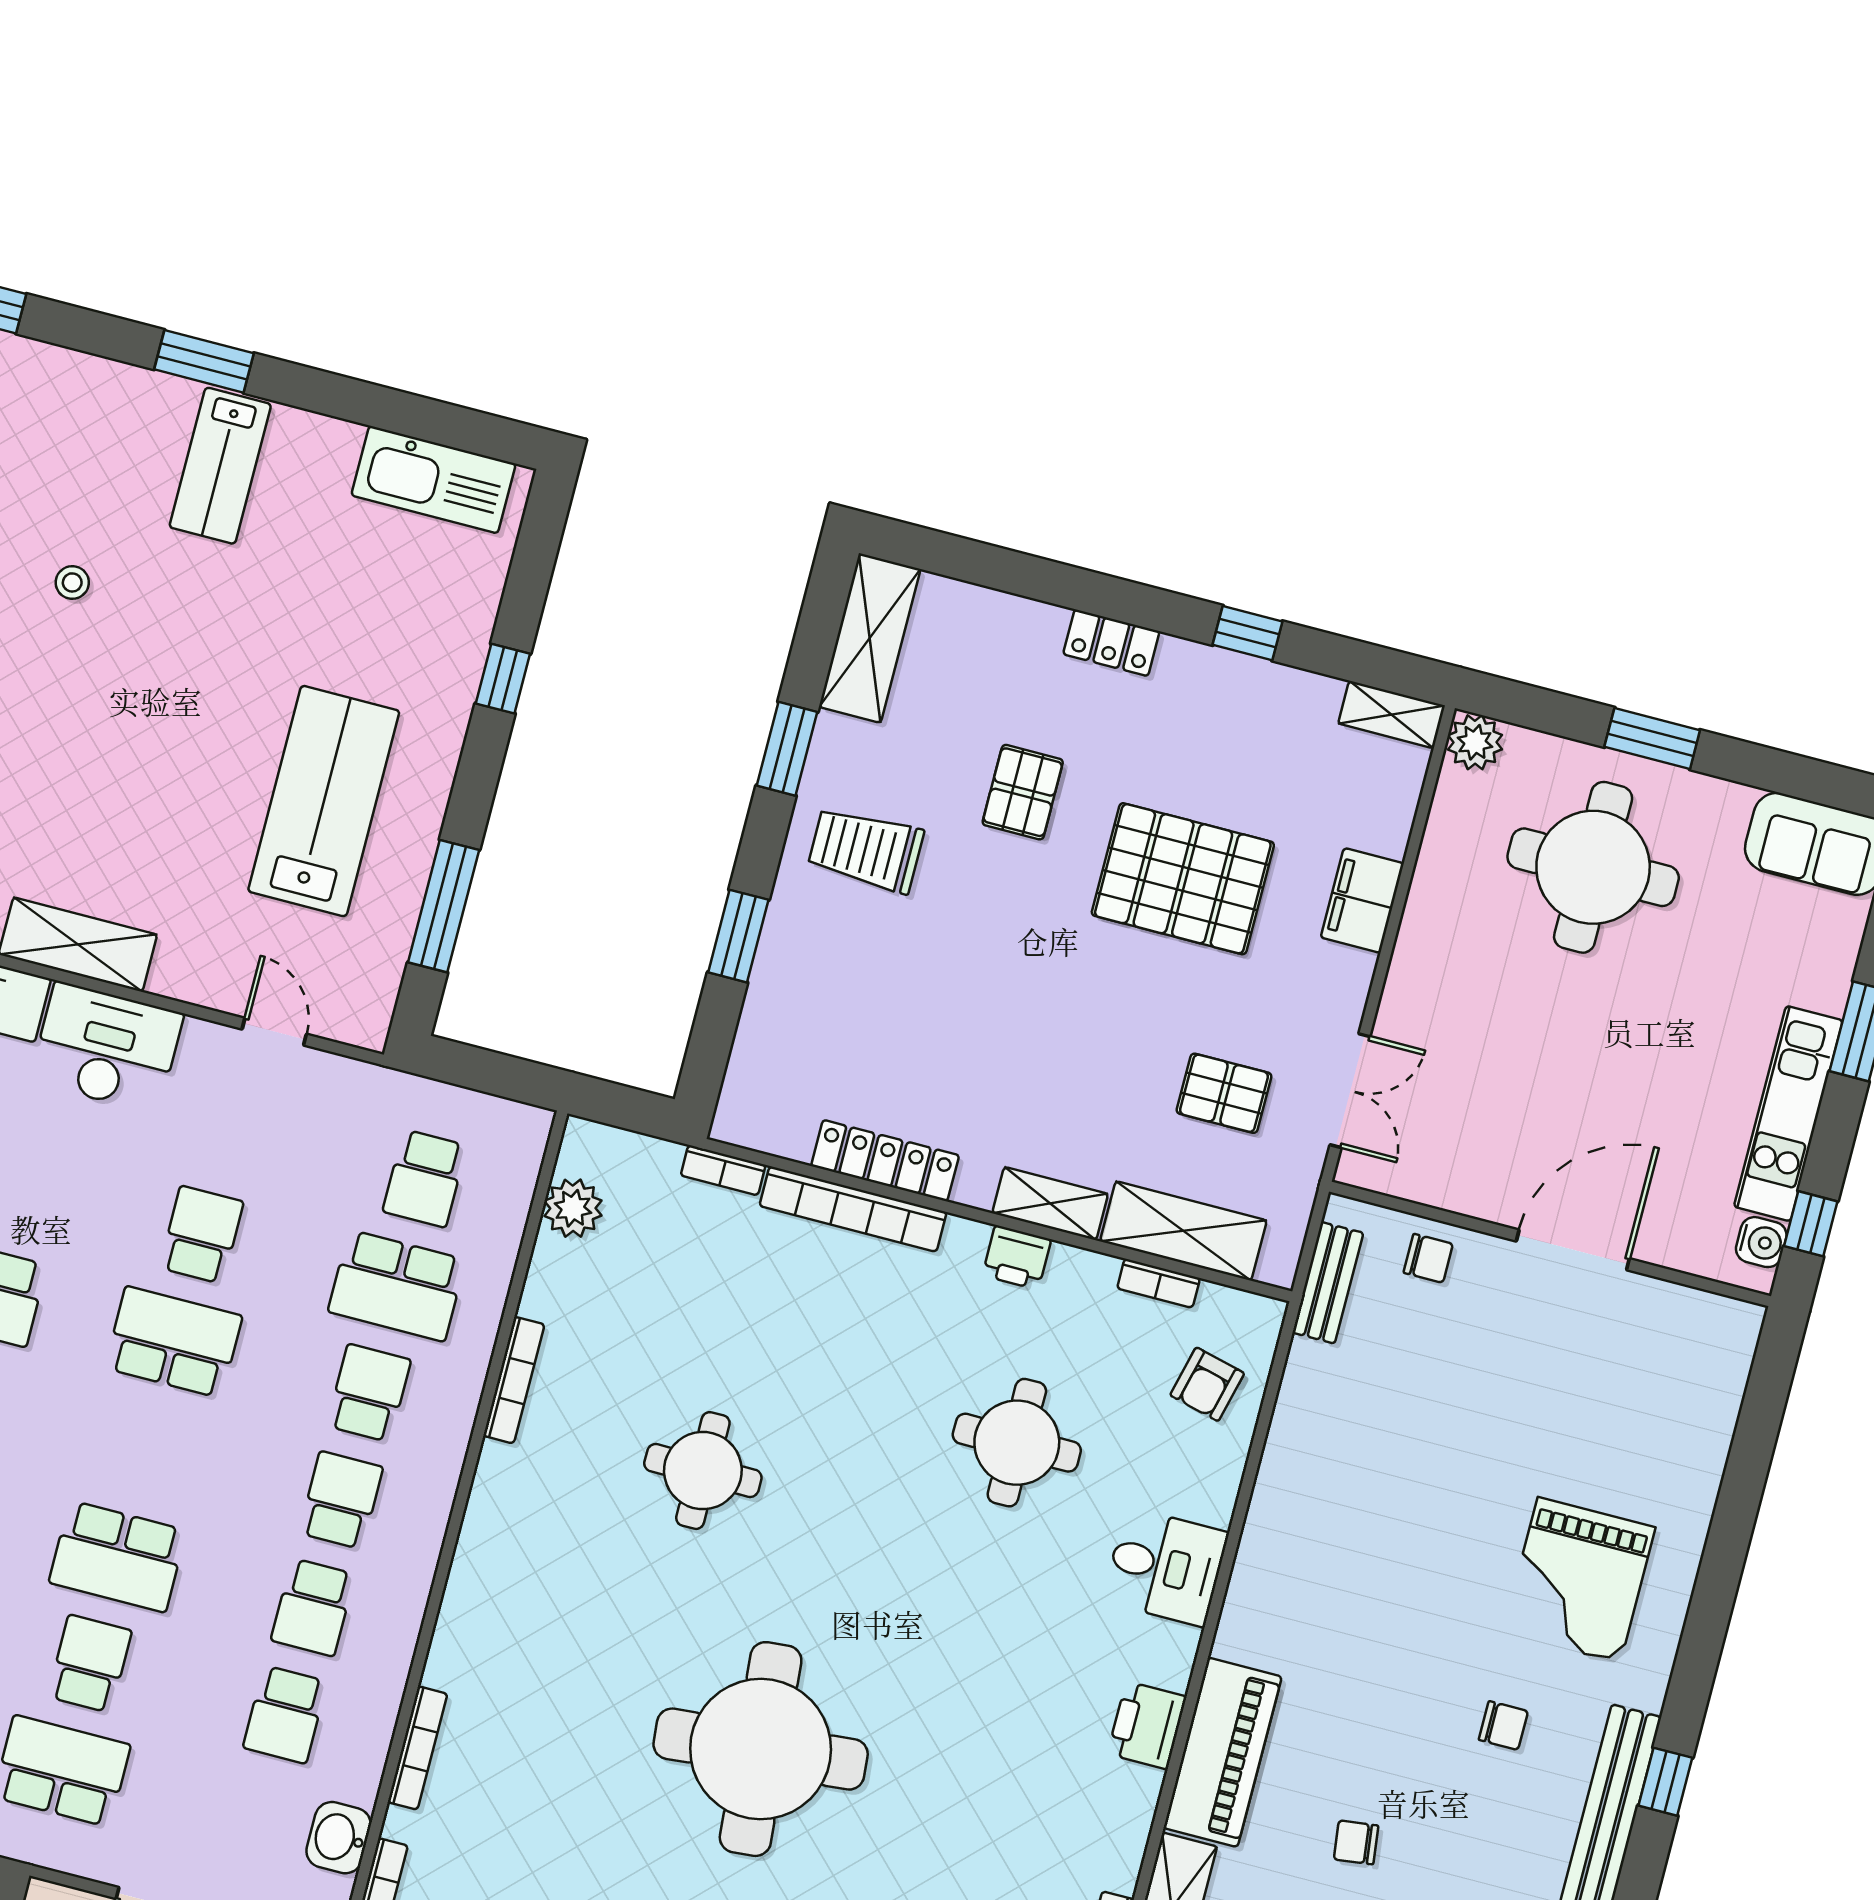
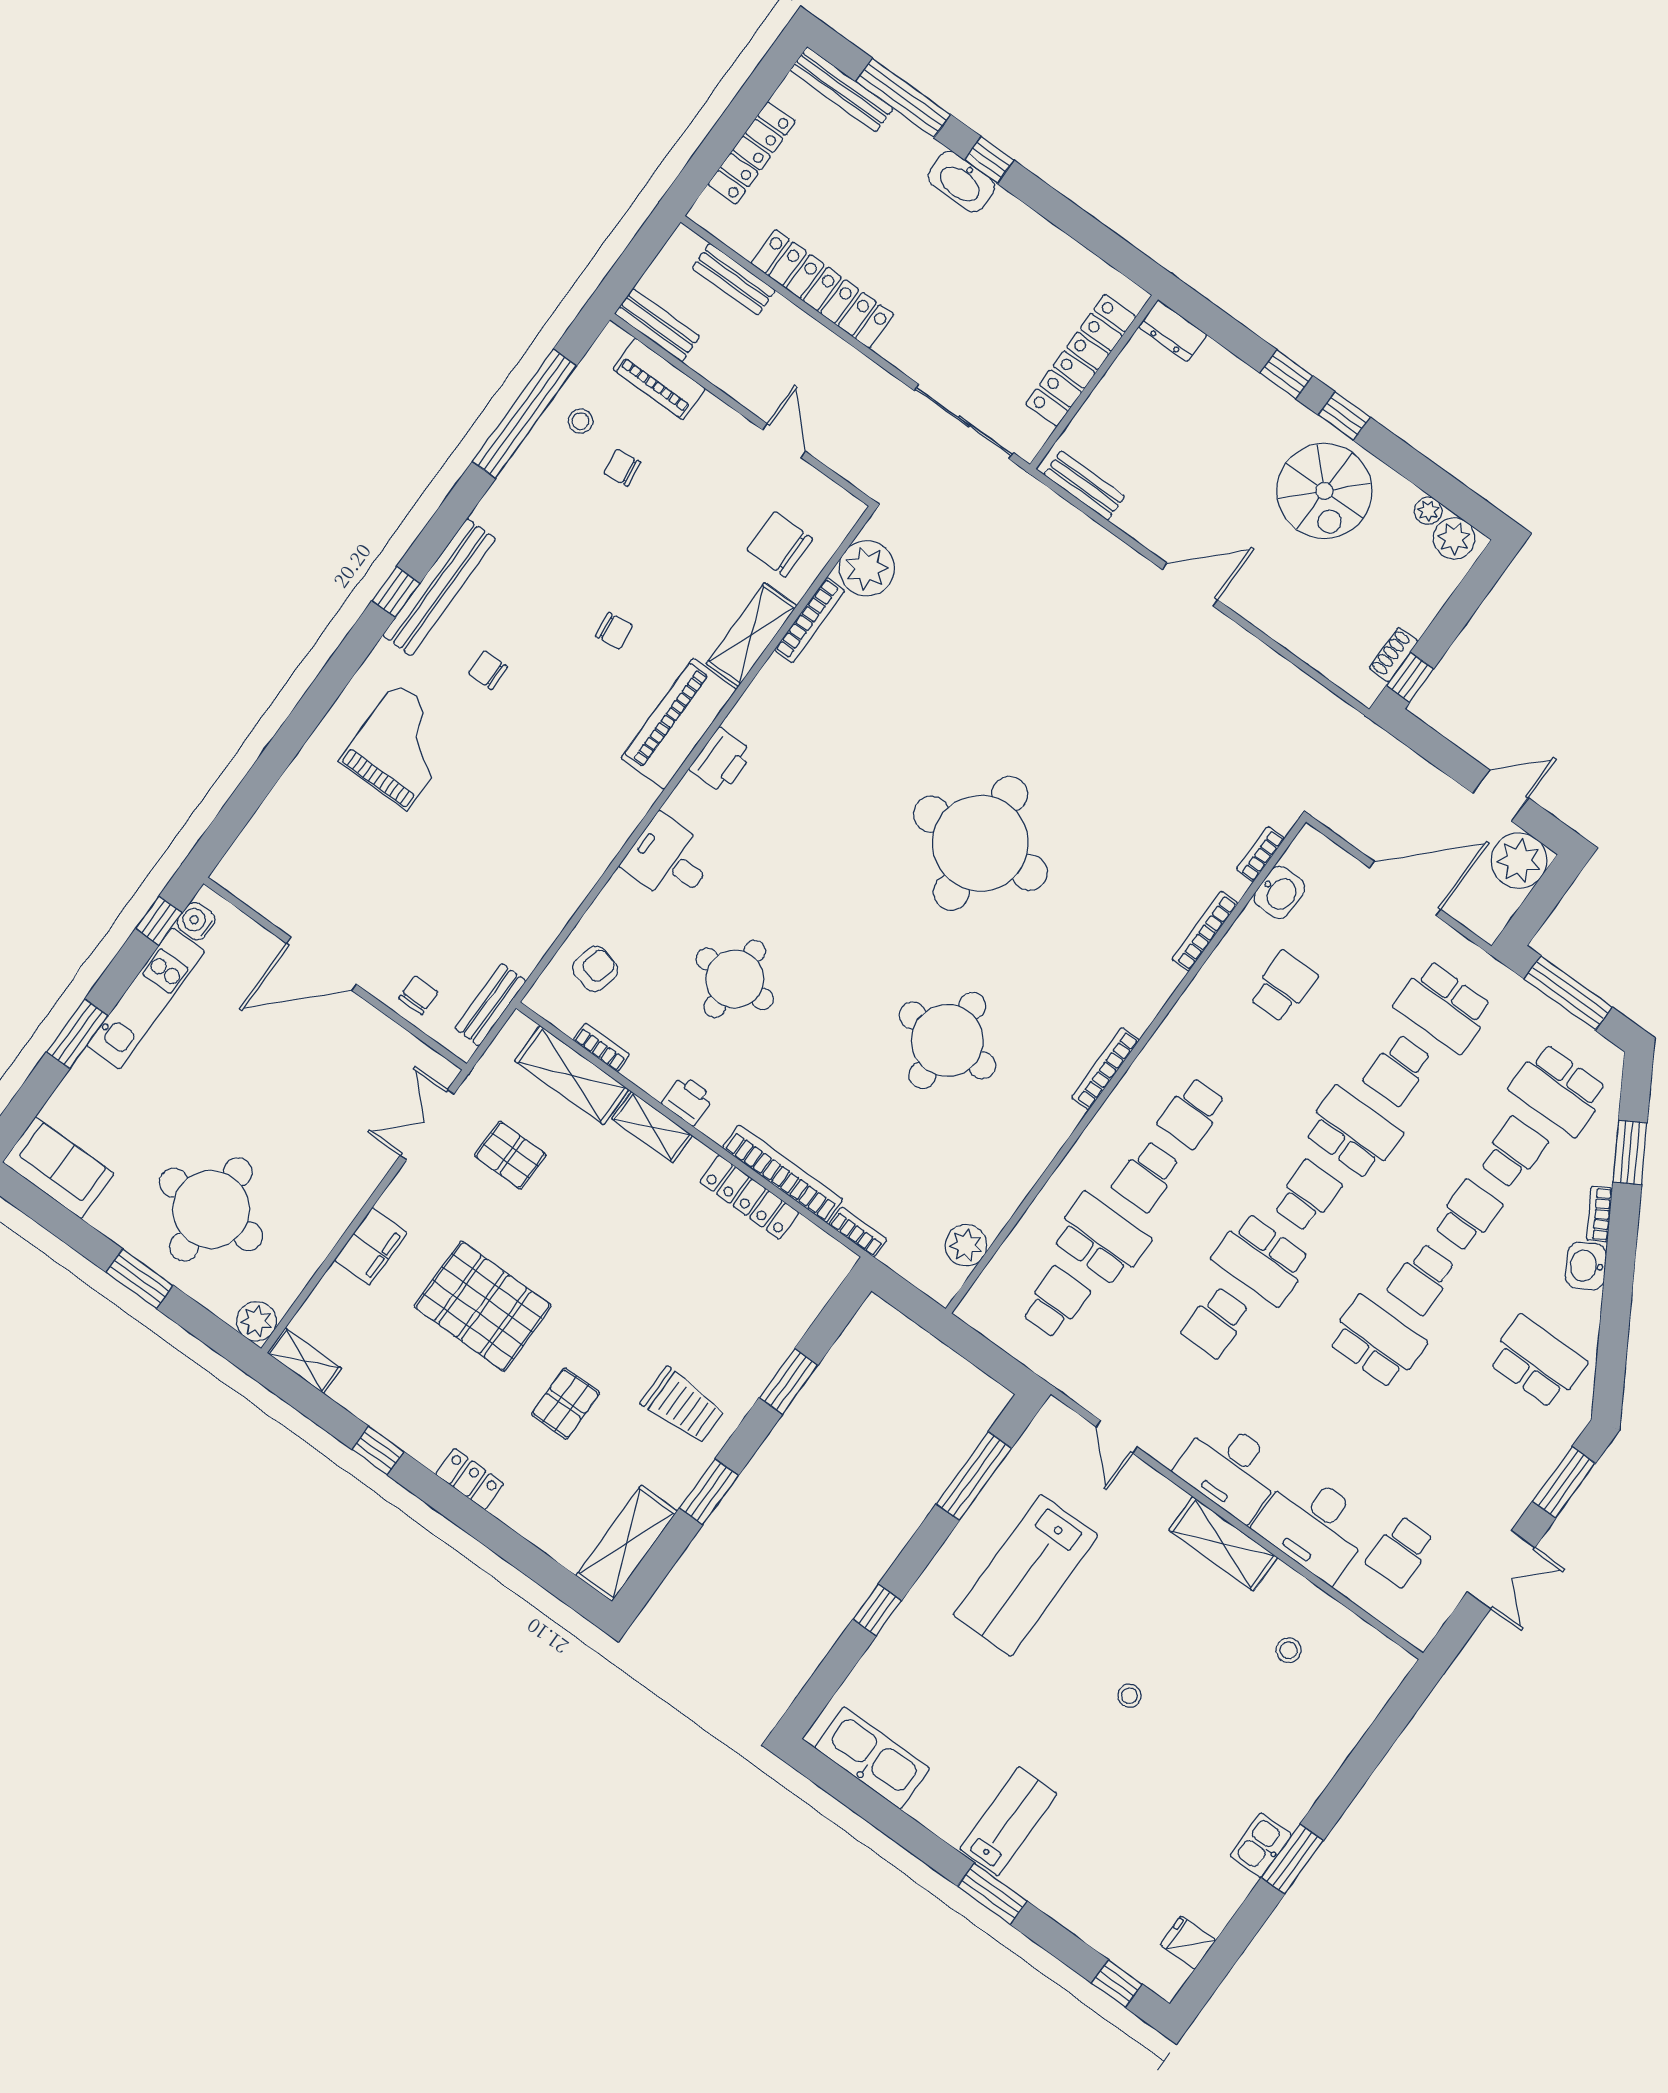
stool: (72, 582) -> (1129, 1696), moved
chair: (1428, 1258) -> (418, 995), turned 90
bookcase: (514, 1380) -> (1105, 1069), moved
round table: (703, 1471) -> (947, 1040), width x1.36, depth x1.36
school desk: (313, 1607) -> (1307, 1196), moved

